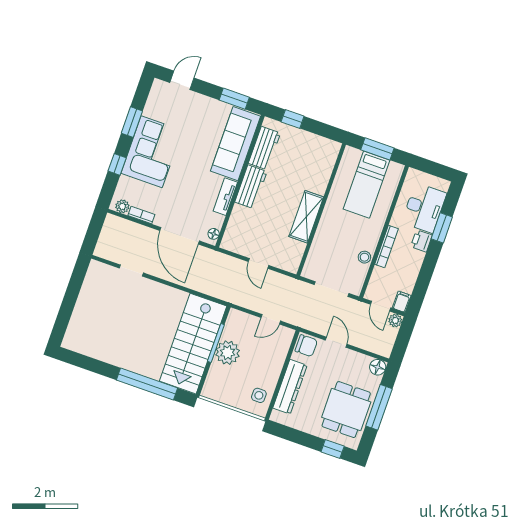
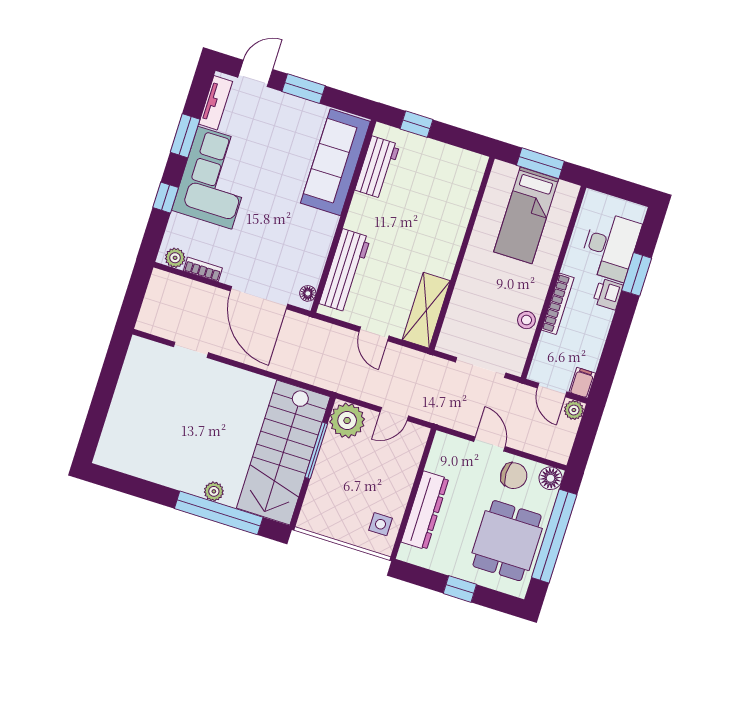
window: (234, 99) -> (304, 89), moved
workbench: (251, 187) -> (345, 270), moved, width x1.37
tv unit: (225, 197) -> (216, 103), moved, turned 180
shelving: (306, 217) -> (426, 310), moved
chair: (306, 346) -> (514, 476), moved
plant: (228, 353) -> (347, 420), moved
plant: (144, 369) -> (214, 491), added
window: (379, 407) -> (554, 536), width x1.46
window: (333, 449) -> (460, 589), moved

